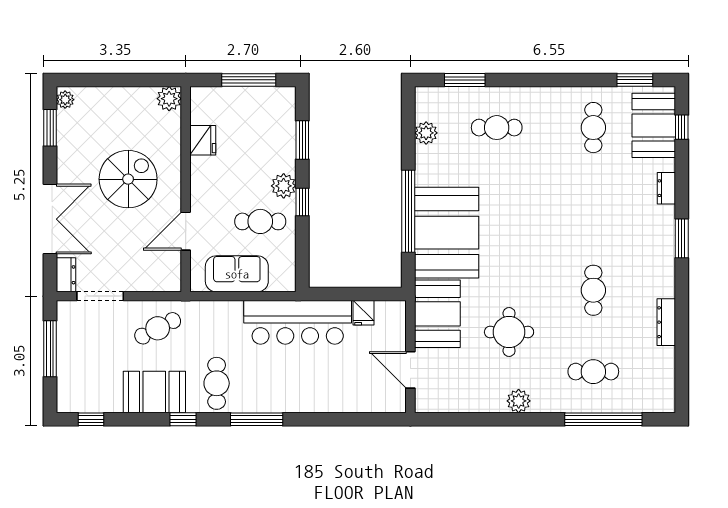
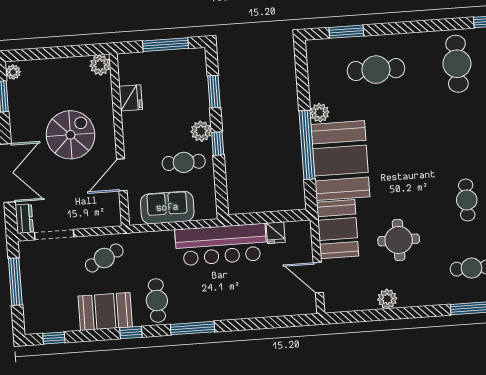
cafe table: (497, 128) -> (376, 70), width x1.37, depth x1.35
cafe table: (593, 128) -> (457, 64), width x1.37, depth x1.35
plant: (426, 133) -> (320, 113), moved
plant: (519, 401) -> (387, 299), moved

